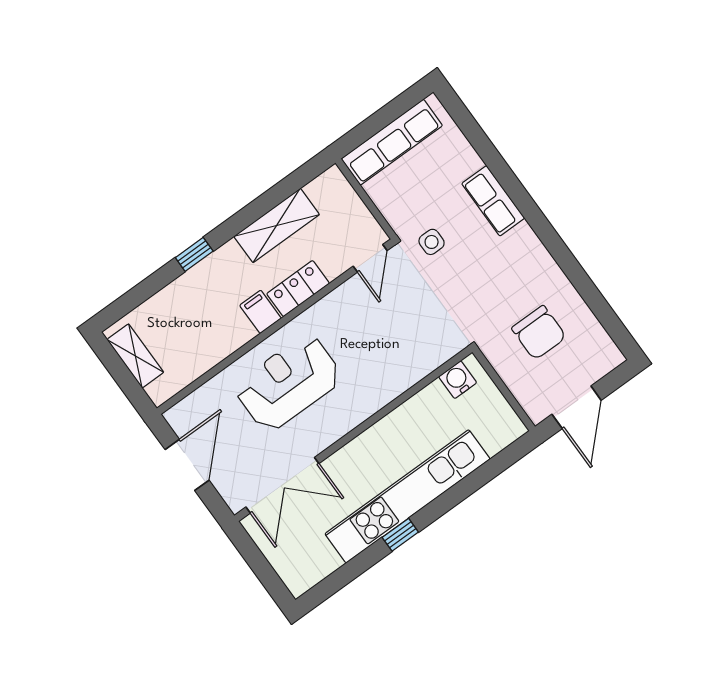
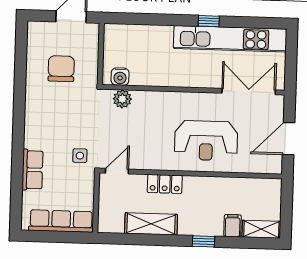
row of seats: (493, 201) -> (32, 170), moved
filing cabinet: (260, 312) -> (233, 226), moved, turned 180
plant: (433, 354) -> (122, 99), added
shelving: (135, 356) -> (261, 229), moved, turned 90
kitchen unit: (408, 496) -> (230, 39), moved

